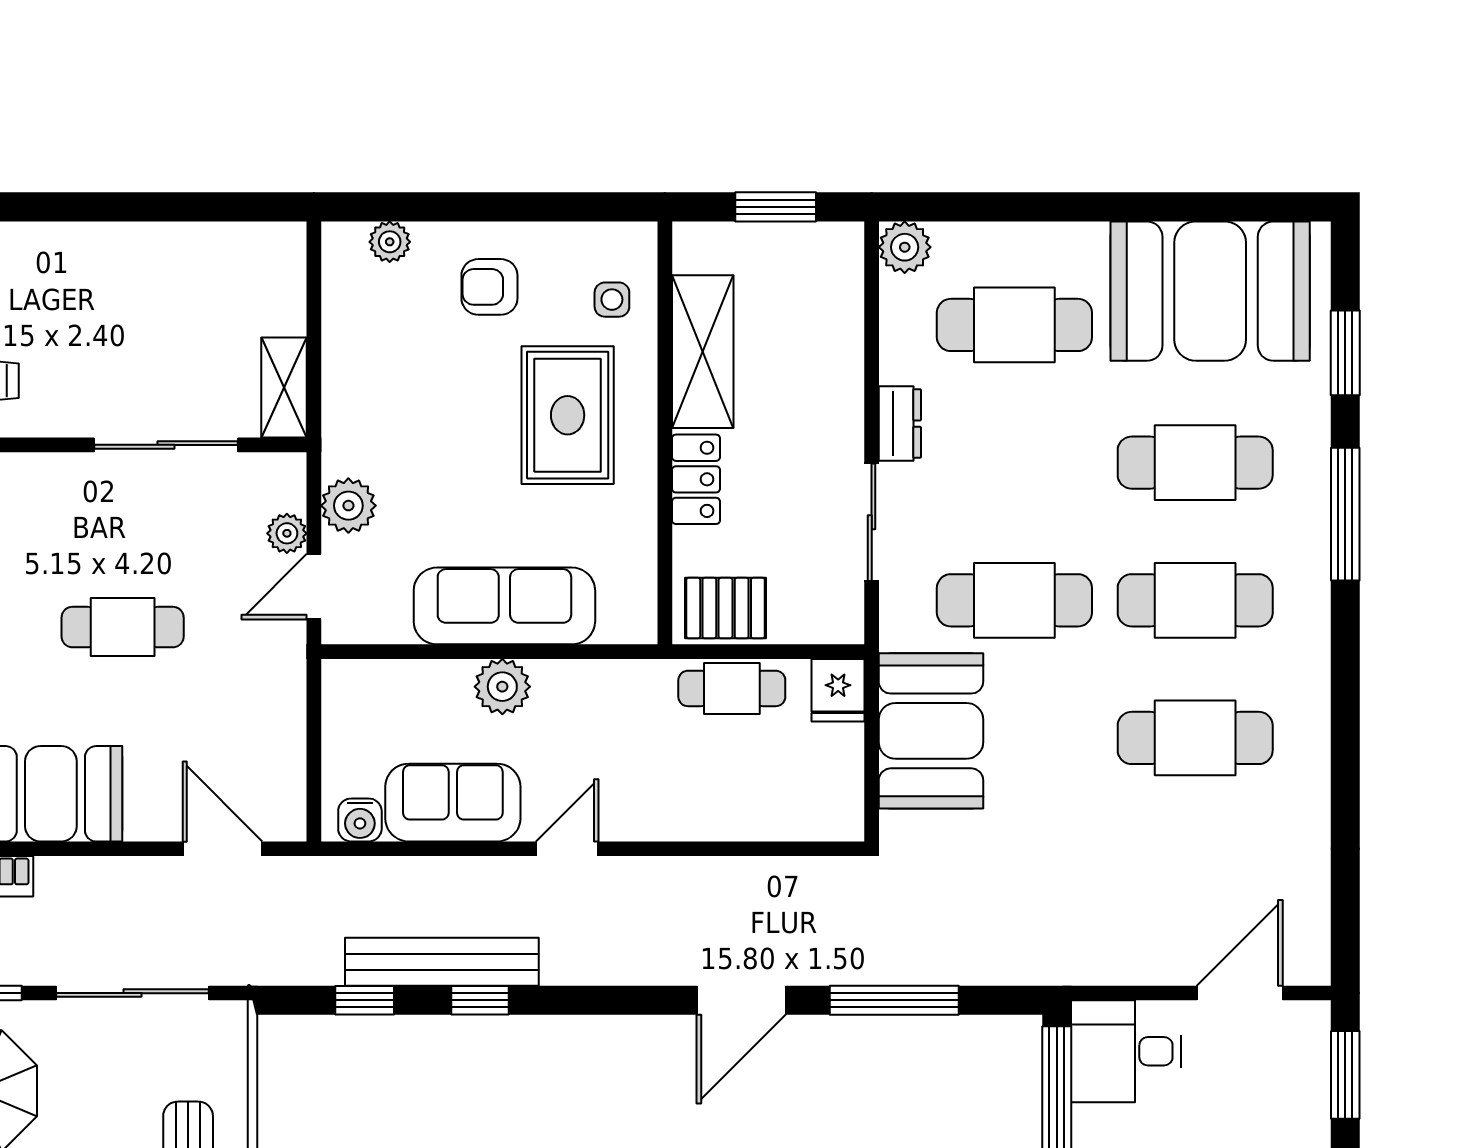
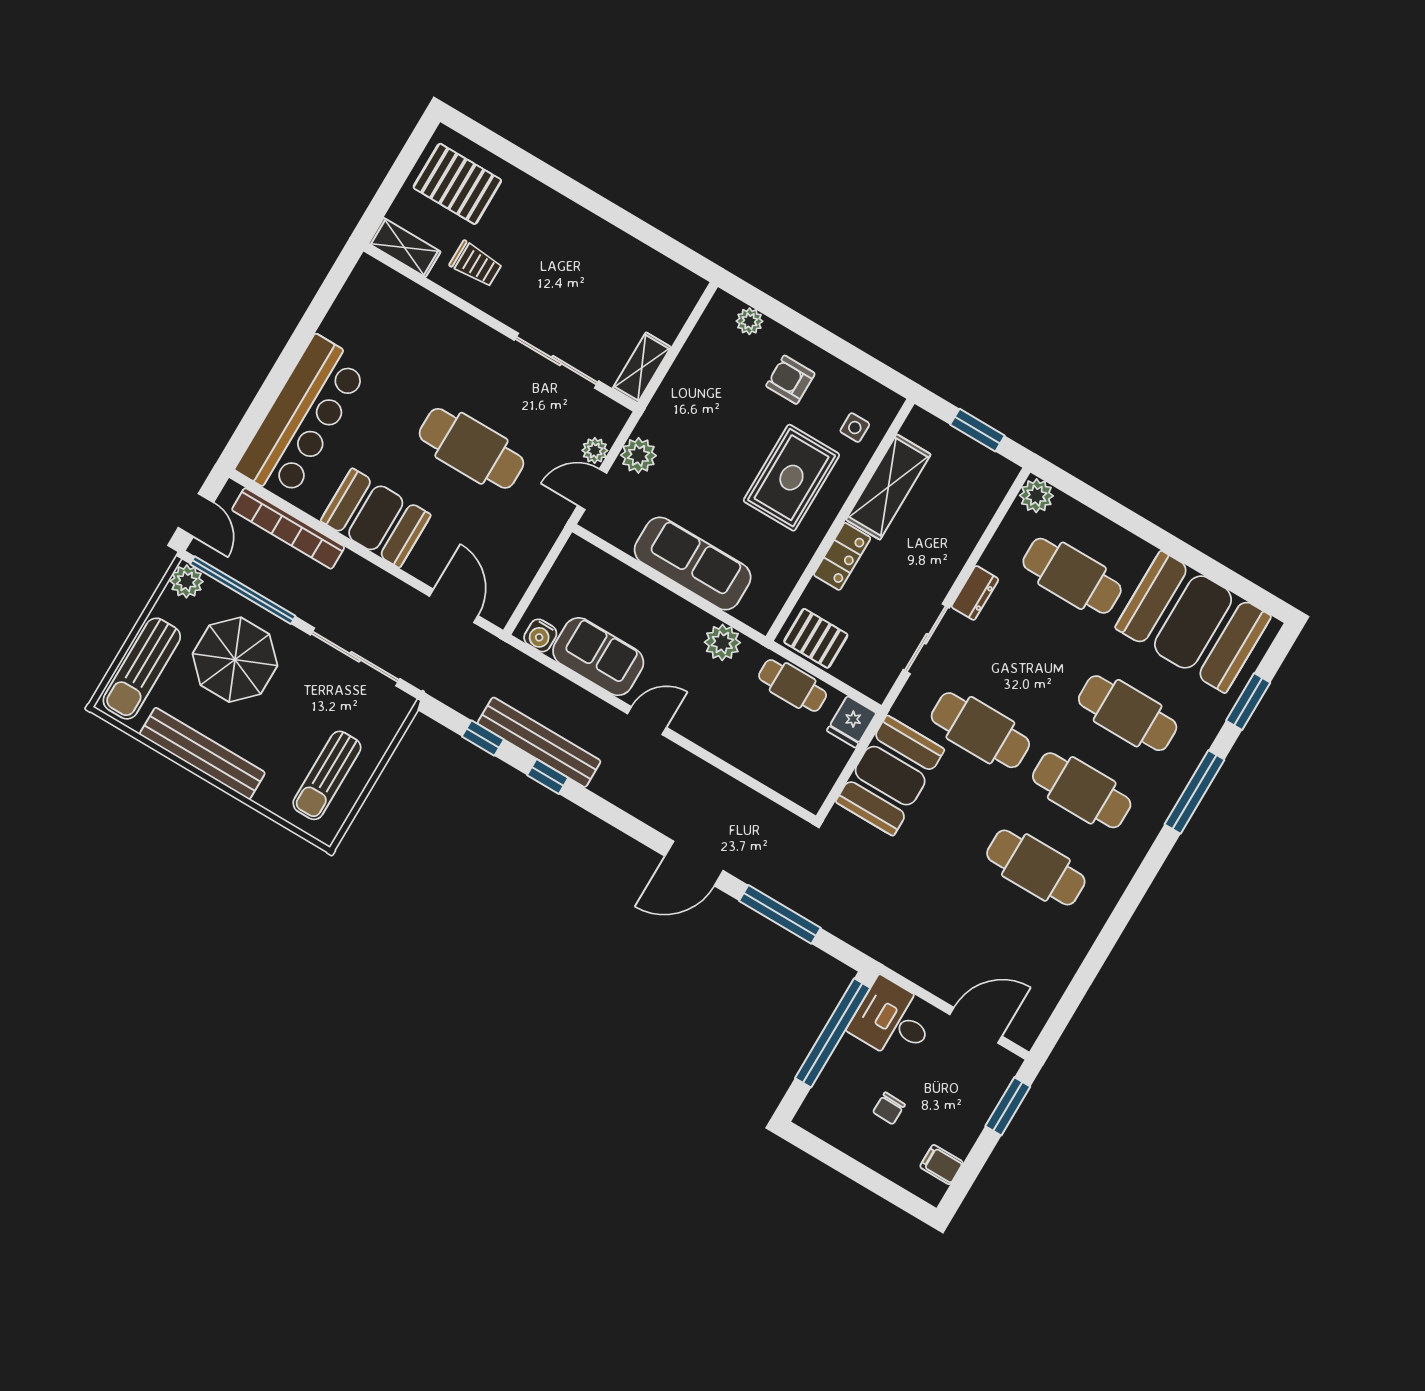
cafe table: (123, 627) -> (471, 448), width x1.37, depth x1.35
plant: (502, 687) -> (722, 642), moved

